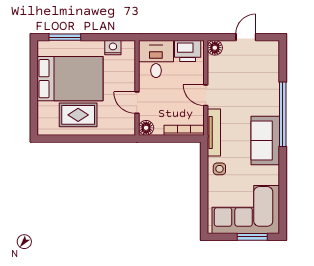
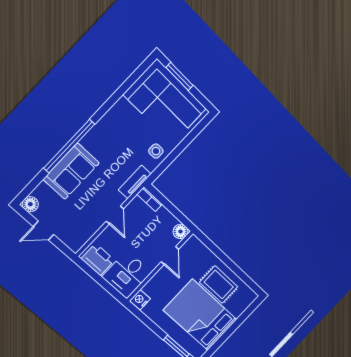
nightstand: (113, 48) -> (140, 300), moved, turned 90
floor lamp: (215, 48) -> (30, 204), moved
bookcase: (184, 130) -> (150, 199), width x0.64
tv unit: (214, 133) -> (135, 182), width x0.71
sofa: (265, 140) -> (71, 171), moved

